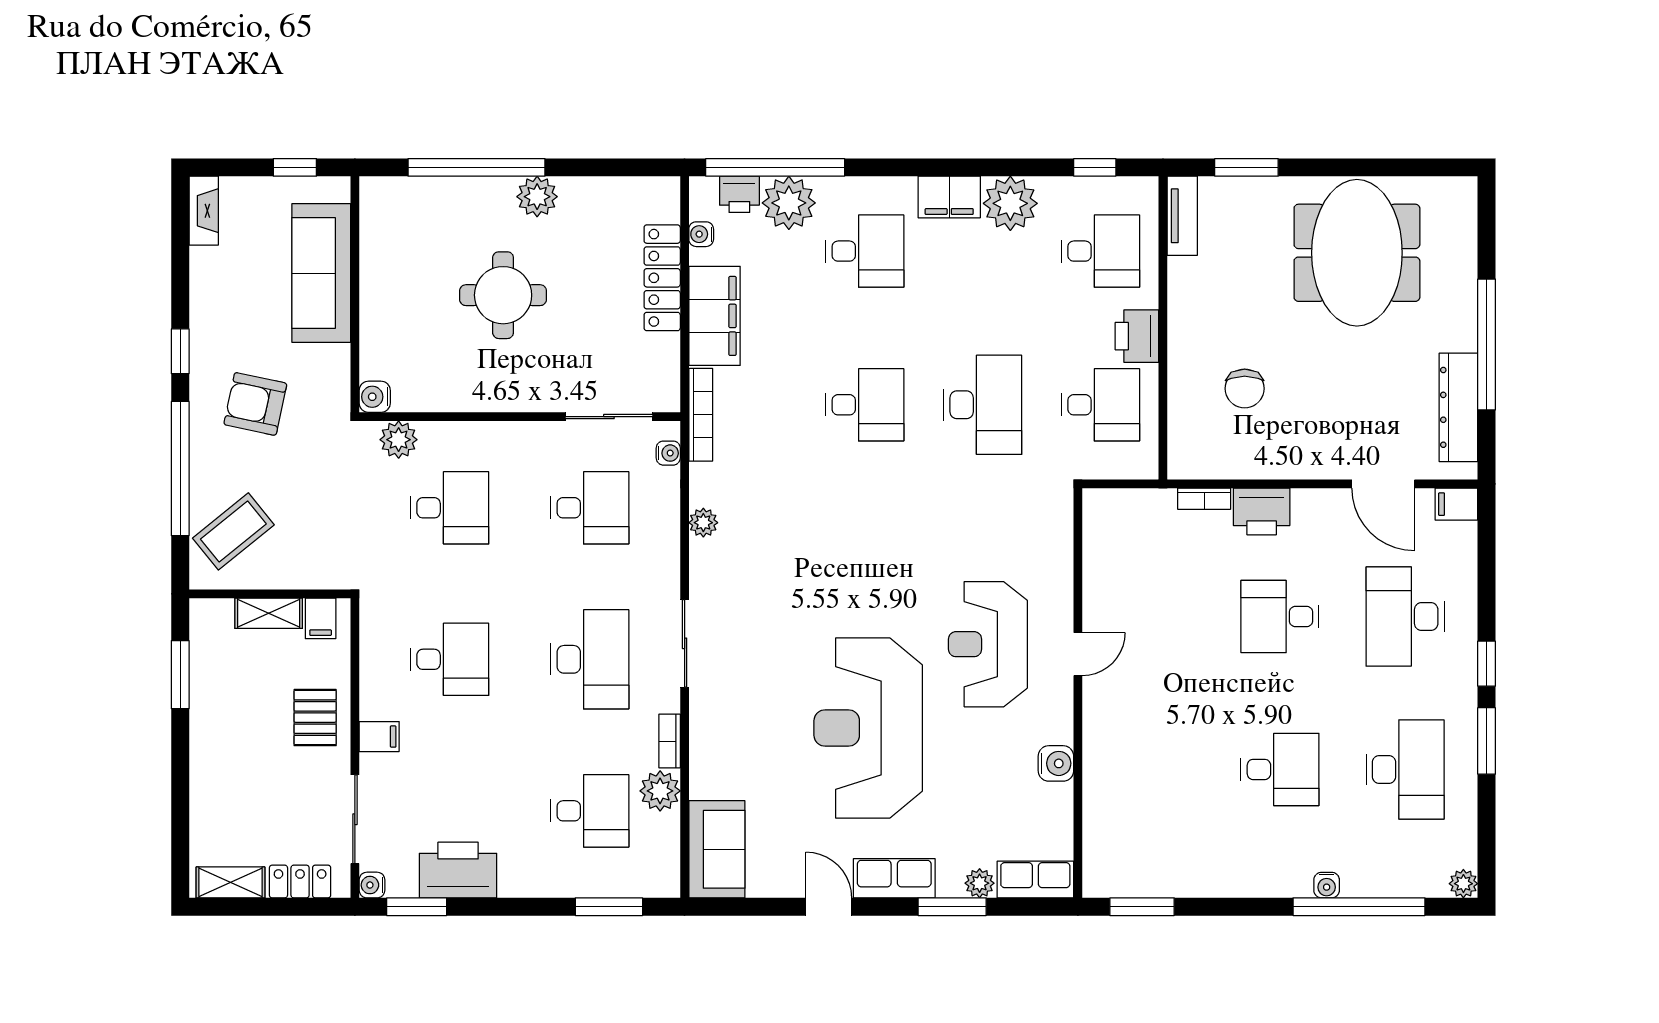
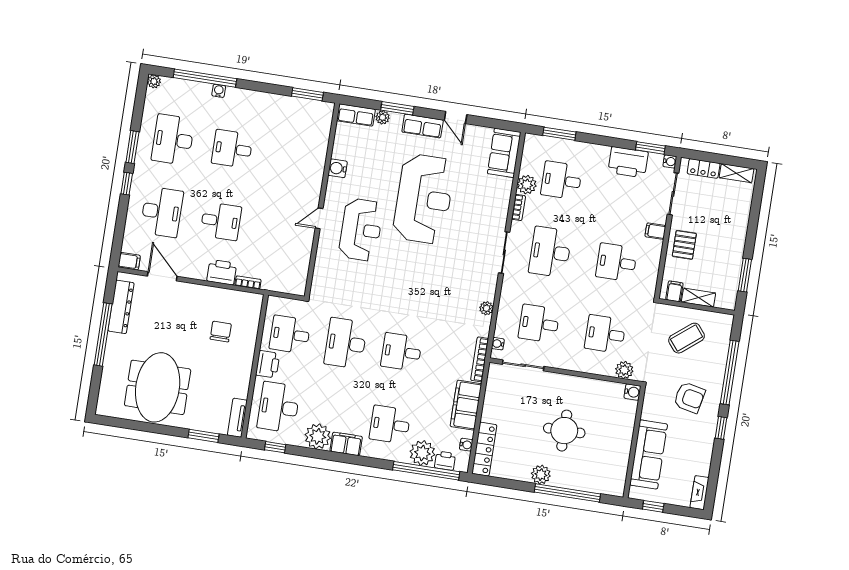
desk: (1101, 251) -> (279, 407), width x1.37
locker: (662, 278) -> (484, 449), moved
coffee table: (233, 531) -> (687, 338), moved

